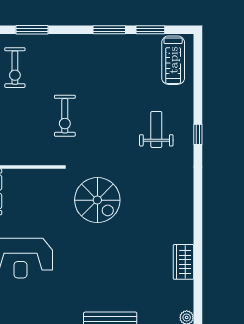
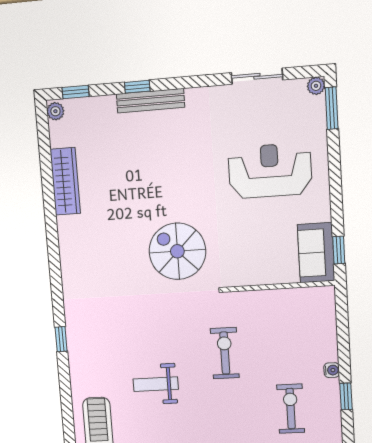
weight bench: (156, 129) -> (156, 384), moved, turned 90
wardrobe: (183, 262) -> (65, 181), width x1.50

